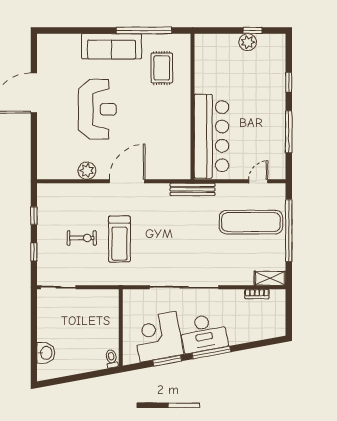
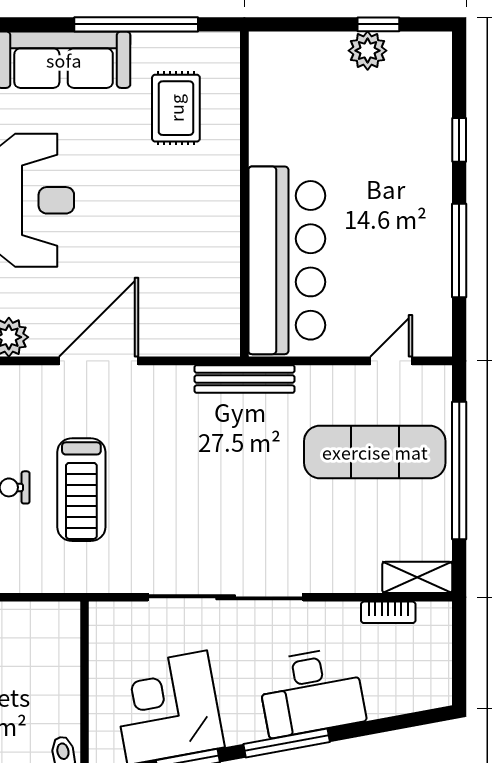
desk: (204, 333) -> (311, 692), moved

